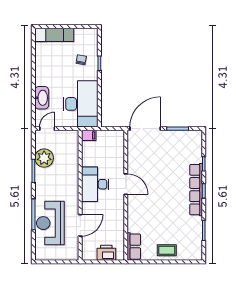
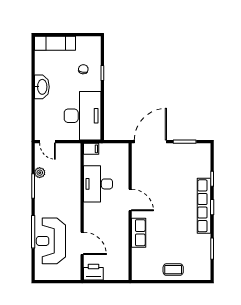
washbasin: (42, 98) -> (42, 87), moved
door: (47, 129) -> (48, 142), swing flipped
plant: (44, 158) -> (40, 173), width x0.53, depth x0.53
desk: (95, 184) -> (98, 184), moved
door: (80, 225) -> (82, 243), hinge flipped
row of seats: (134, 247) -> (139, 233), moved
printer: (106, 253) -> (93, 272), moved

